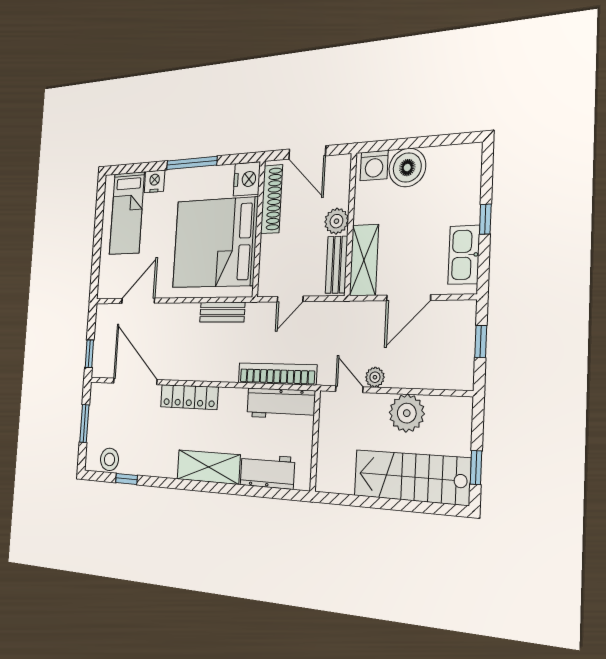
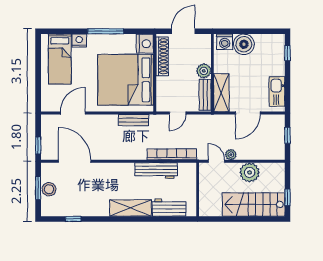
door: (307, 152) -> (183, 31), swing flipped
window: (485, 219) -> (287, 53), moved
locker: (189, 397) -> (114, 169), removed
workbench: (281, 404) -> (156, 171), moved
stool: (109, 459) -> (49, 189), moved

